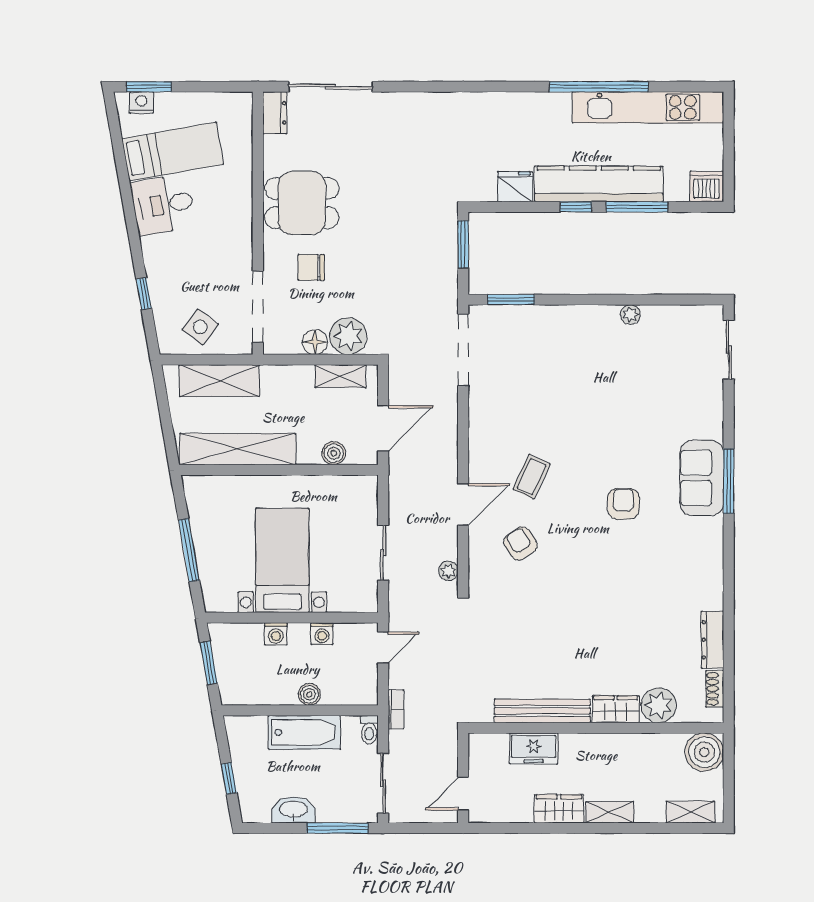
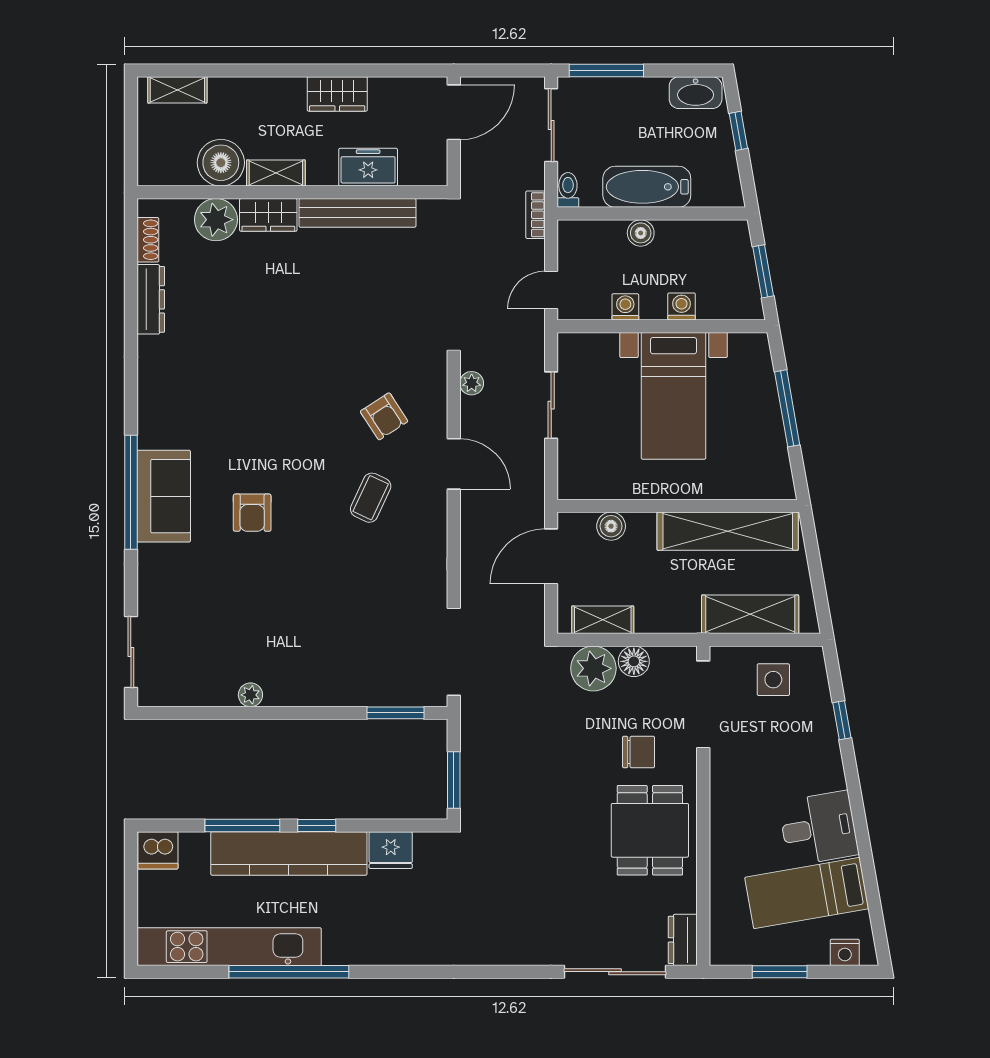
window: (149, 87) -> (780, 972), moved
dining table: (302, 203) -> (650, 830), turned 90
side table: (200, 327) -> (773, 680), turned -37
window: (729, 481) -> (131, 492), width x1.46
door: (463, 504) -> (454, 464), swing flipped
armchair: (623, 504) -> (252, 513), moved
boiler: (704, 752) -> (221, 163), moved
door: (463, 794) -> (454, 112), width x1.37
washbasin: (293, 810) -> (696, 93), moved
shelving: (610, 812) -> (276, 173), moved

